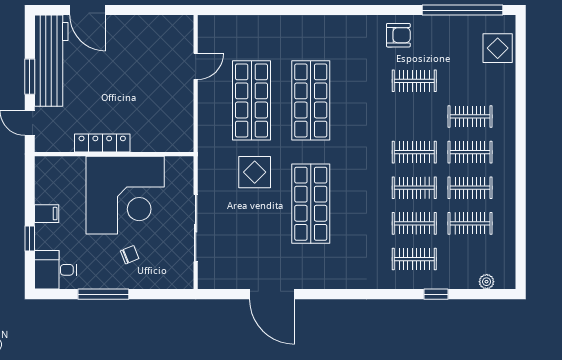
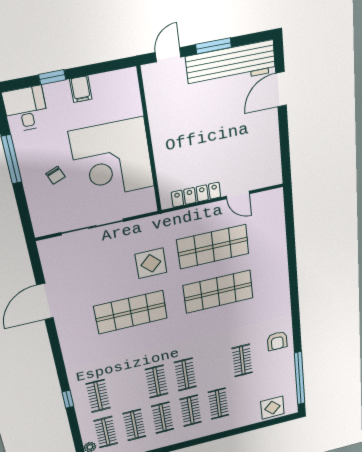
locker: (102, 143) -> (196, 195), moved, turned -90
clothes rail: (414, 223) -> (106, 432), moved
window: (436, 294) -> (68, 399), moved

